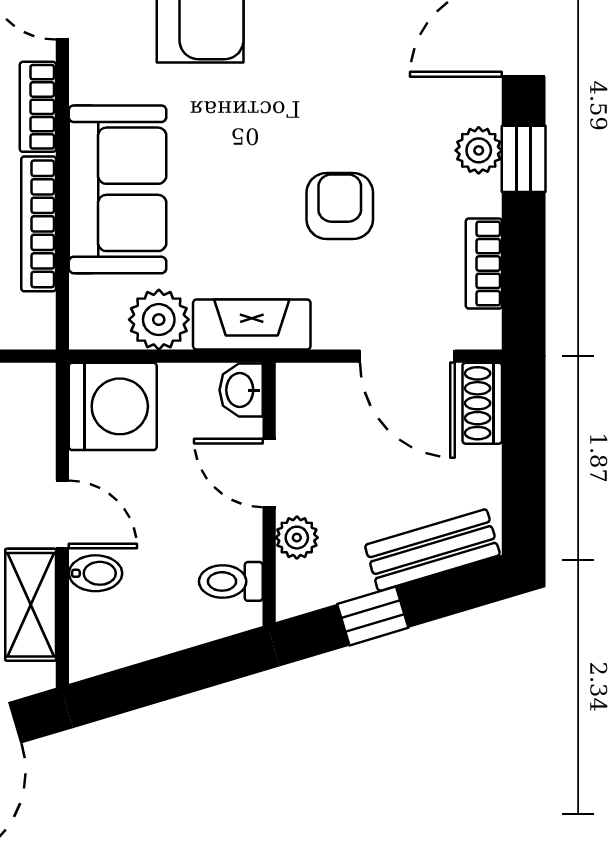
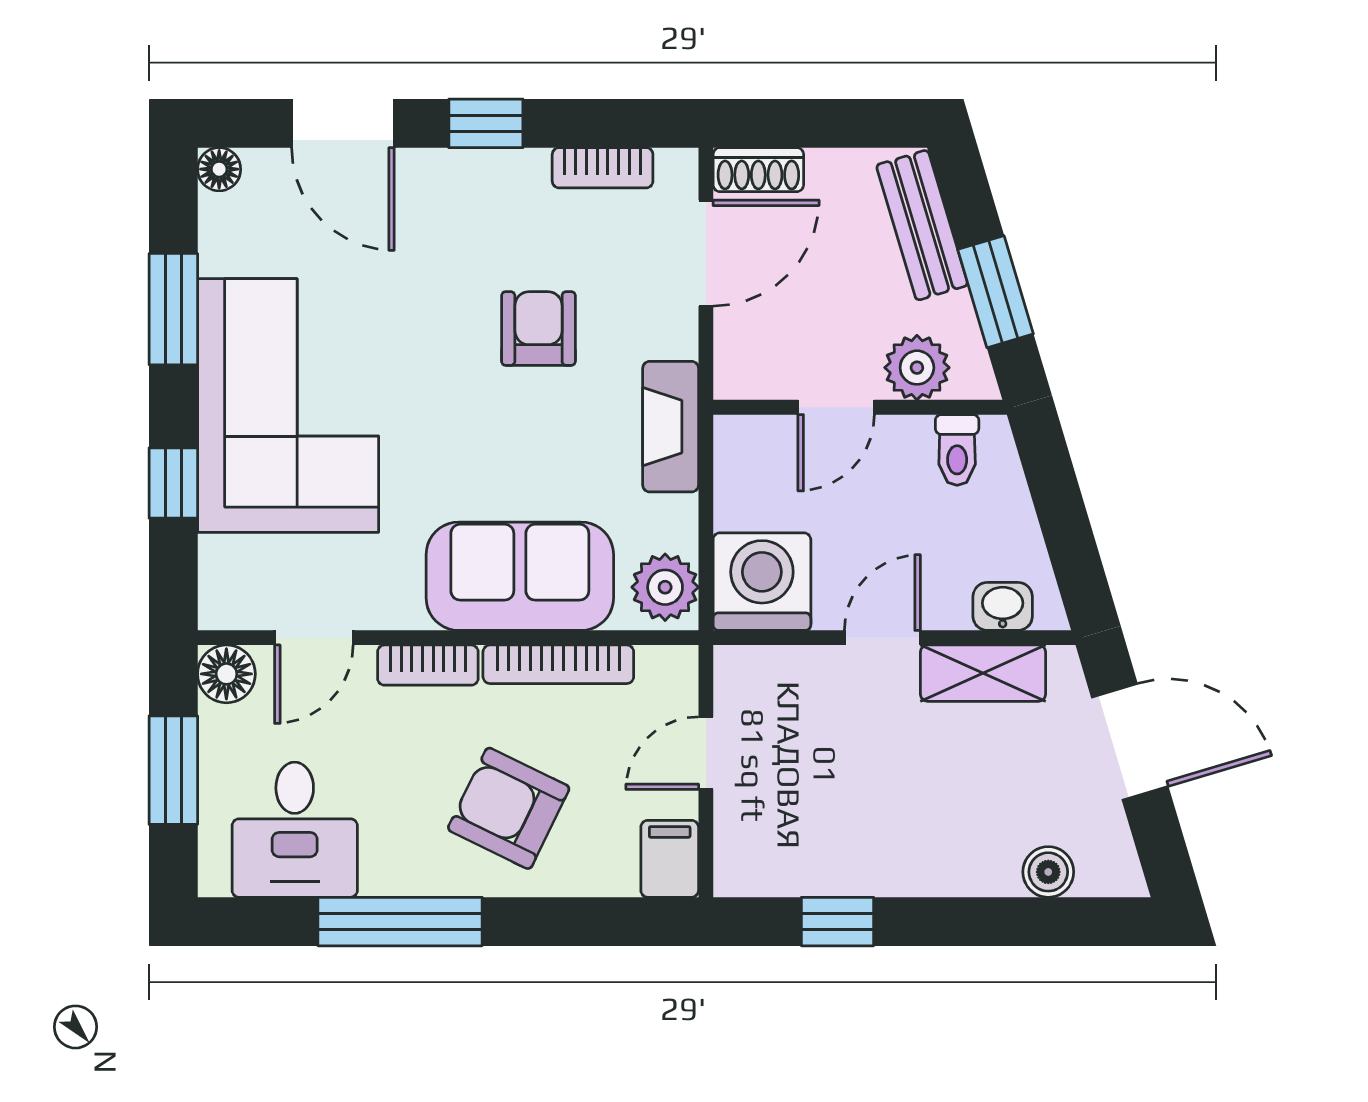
plant: (479, 150) -> (476, 174), removed
armchair: (340, 206) -> (538, 329), turned 90
plant: (159, 320) -> (665, 587), moved
washbasin: (241, 390) -> (1003, 606), moved, turned 180
plant: (297, 538) -> (917, 368), width x1.38, depth x1.38
bidet: (96, 573) -> (948, 601), removed
window: (373, 616) -> (996, 292), width x1.50

